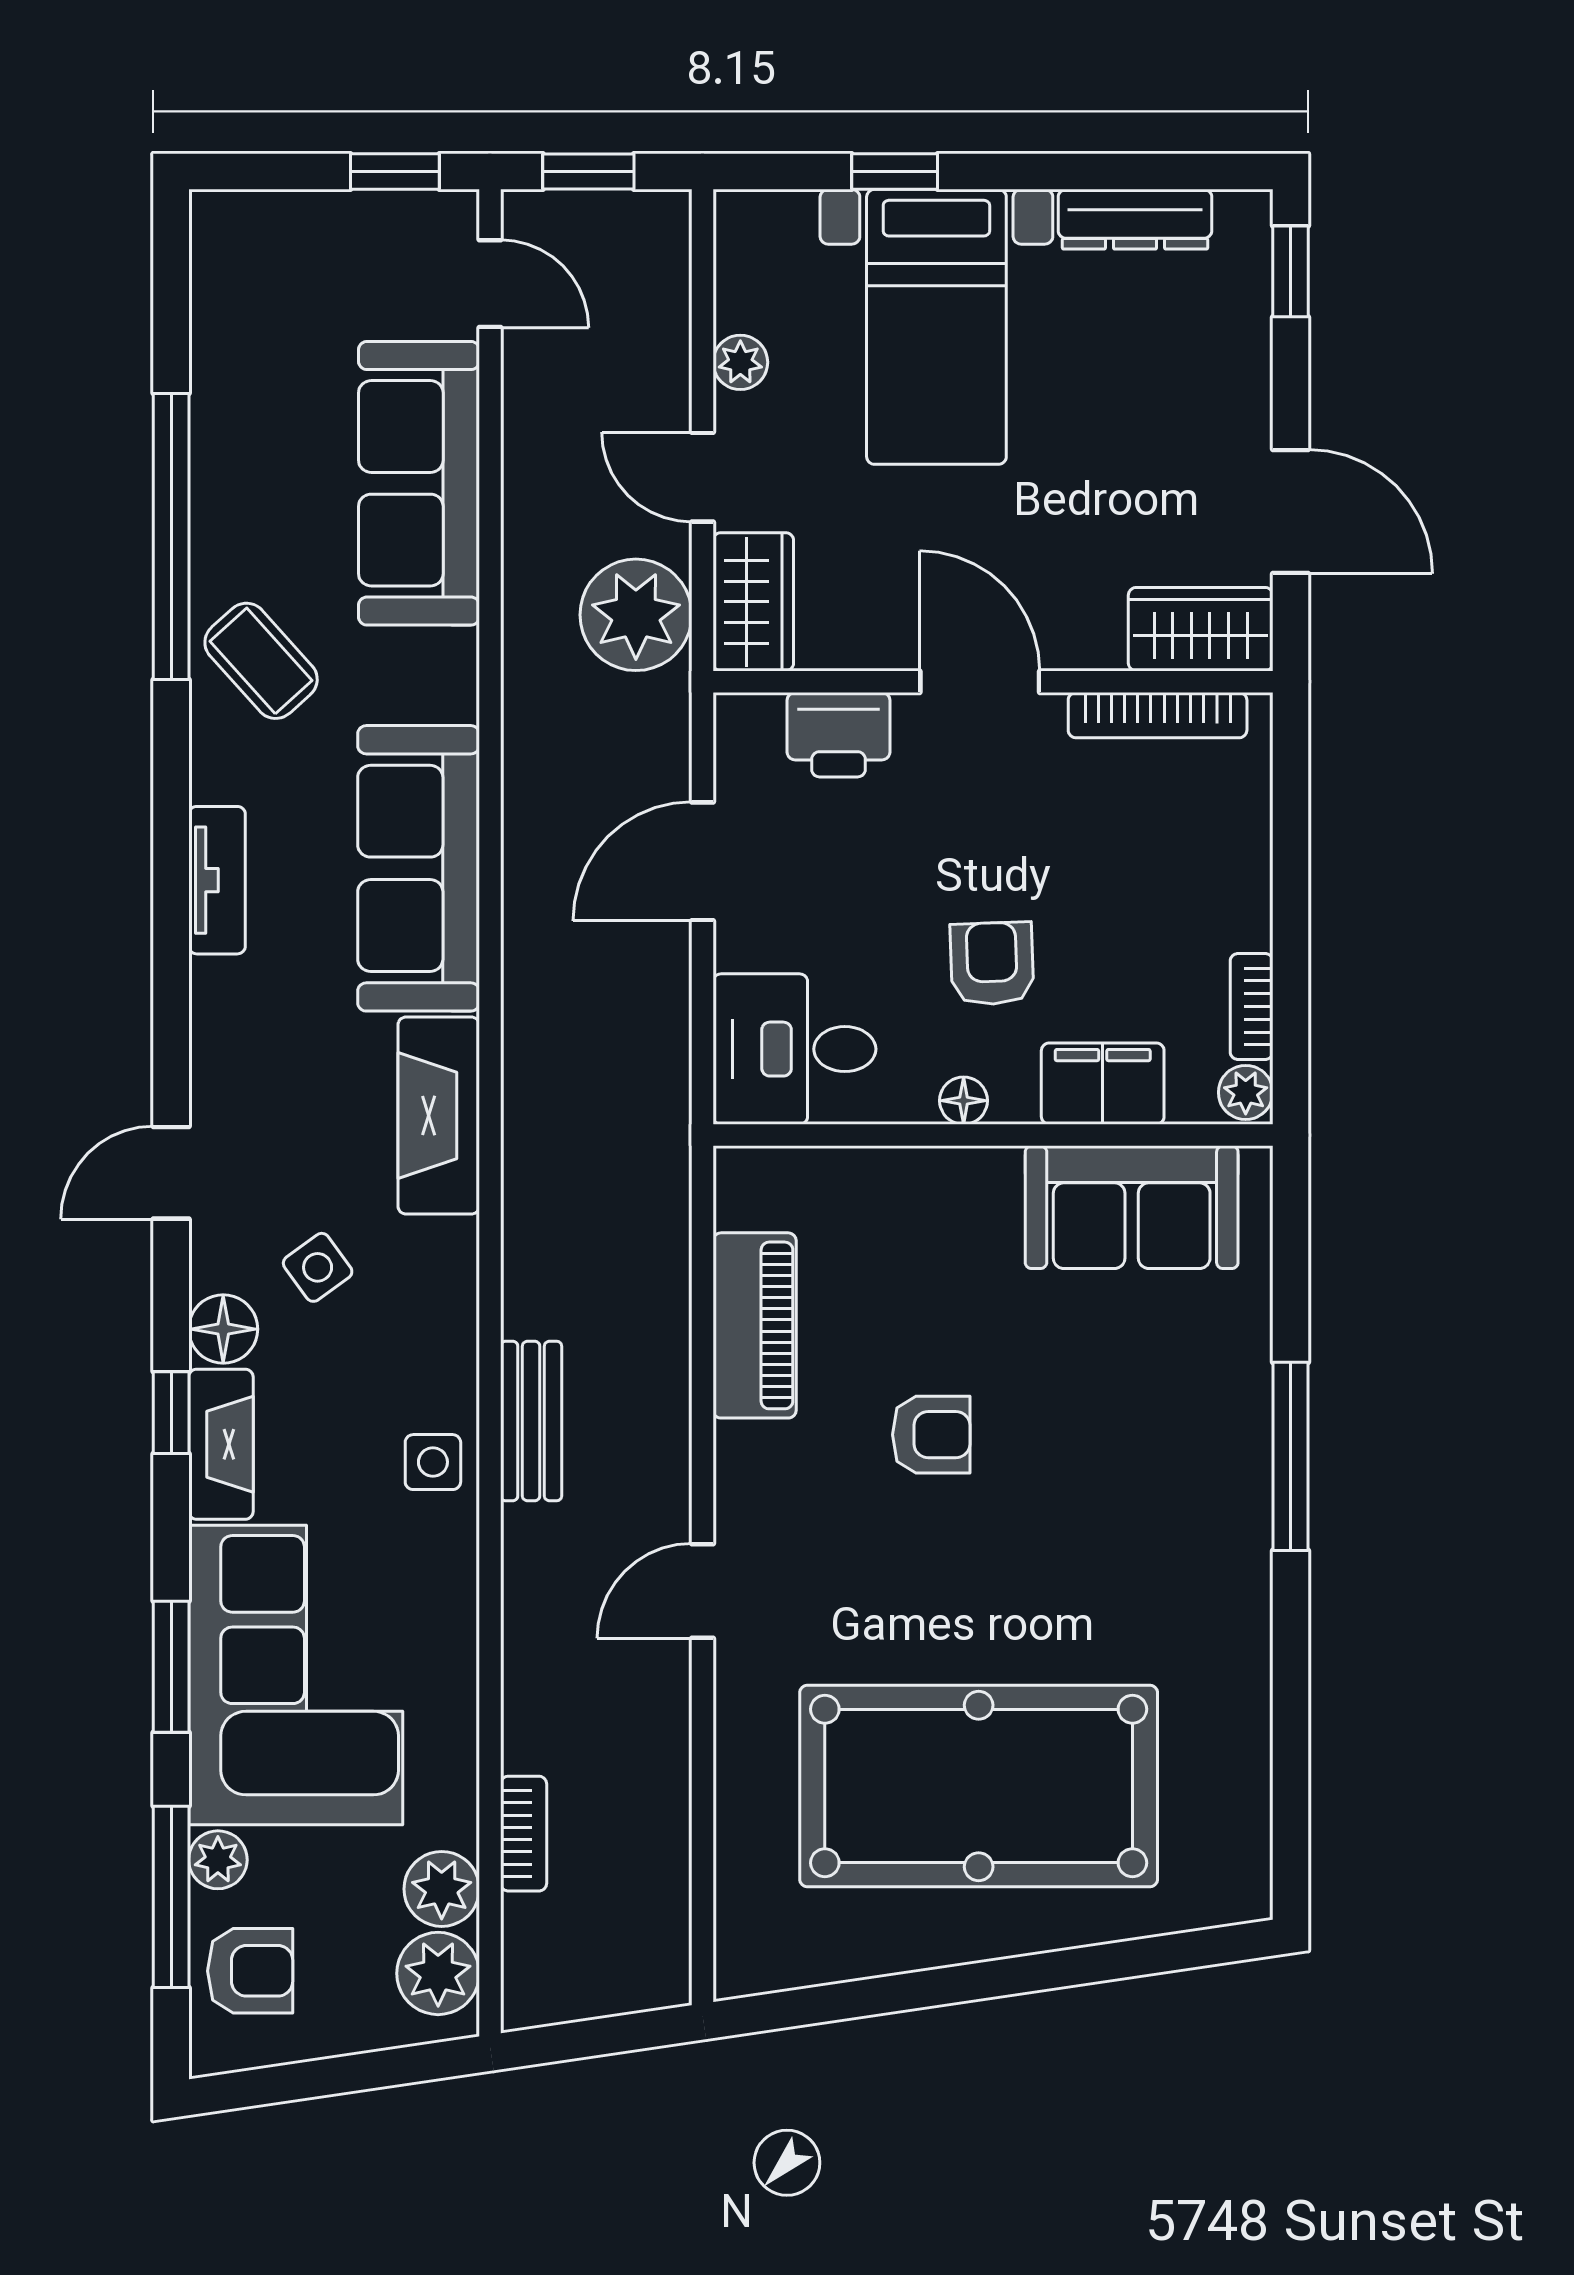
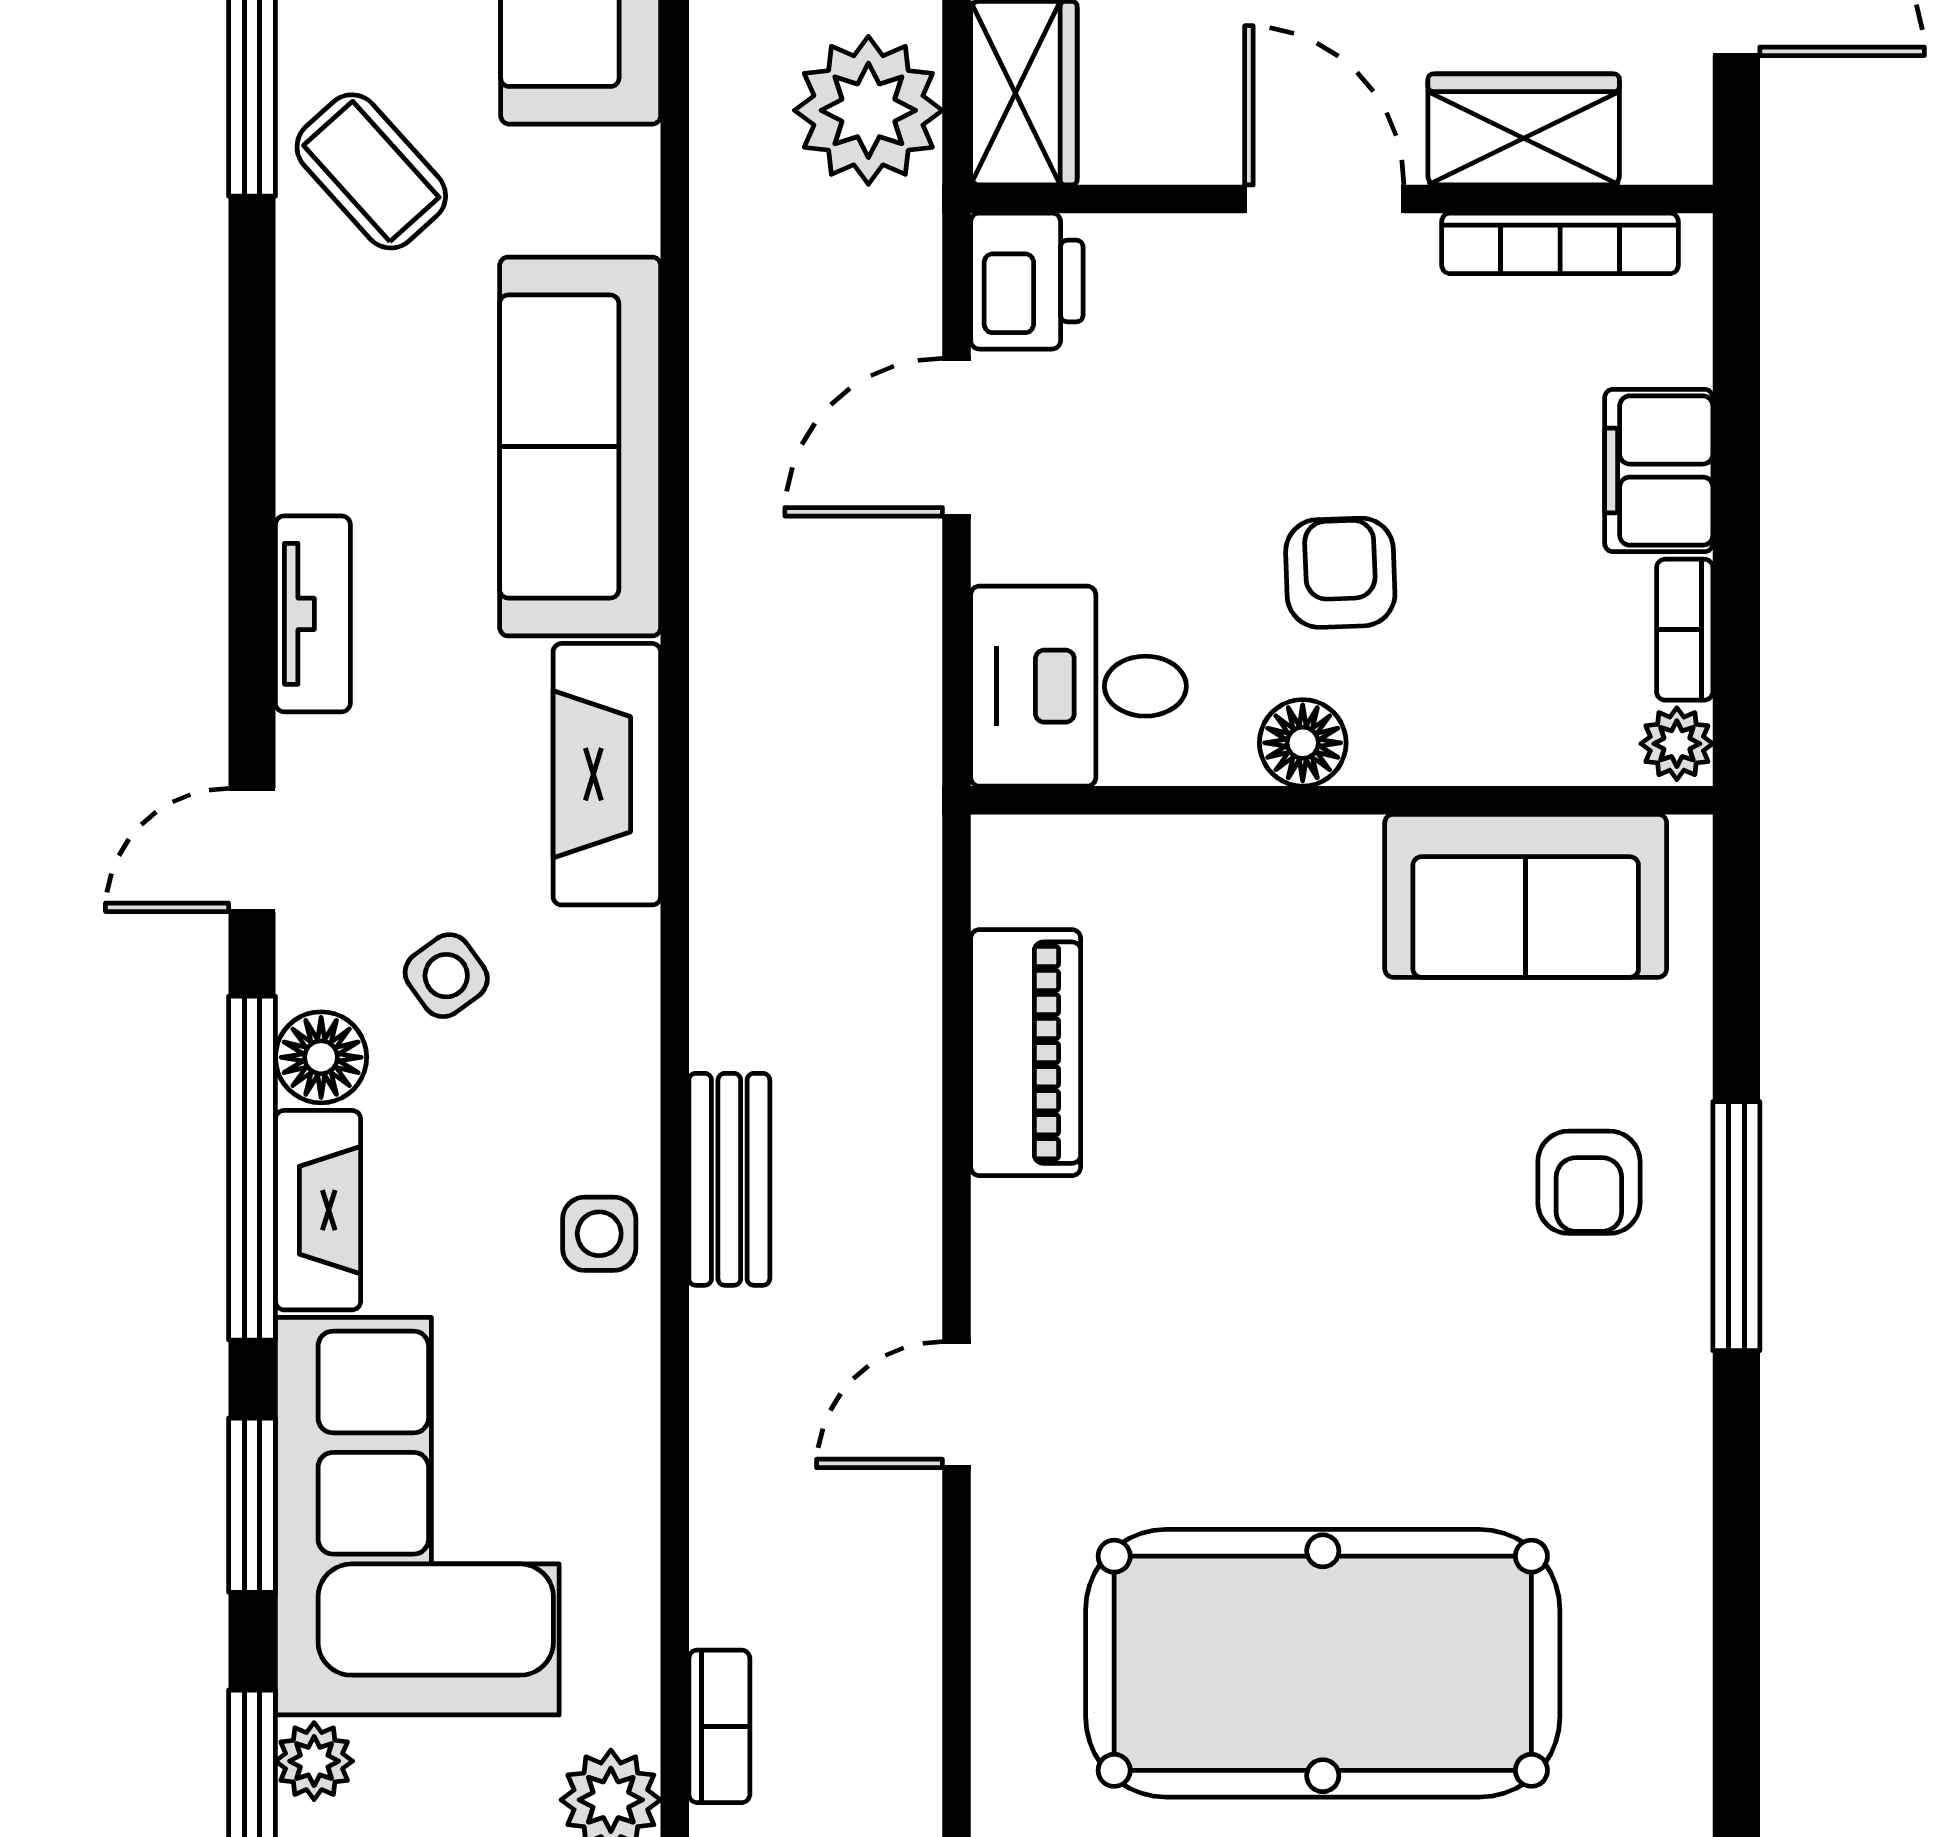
wardrobe: (1201, 629) -> (1524, 129), moved
printer: (838, 735) -> (1027, 281), moved, turned -90
tv unit: (217, 880) -> (313, 614), moved
filing cabinet: (1103, 1084) -> (1659, 471), moved, turned -90
floor lamp: (964, 1101) -> (1303, 743), width x1.37, depth x1.37
window: (171, 1413) -> (252, 1168), width x3.17
armchair: (931, 1435) -> (1589, 1182), moved, turned 90

